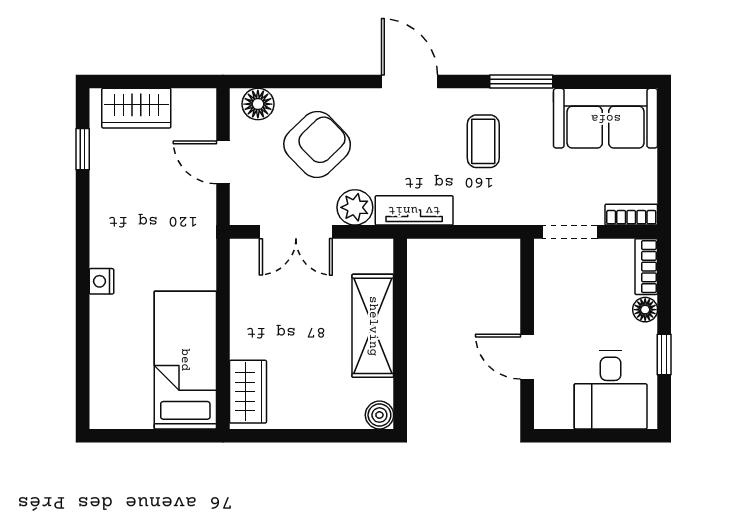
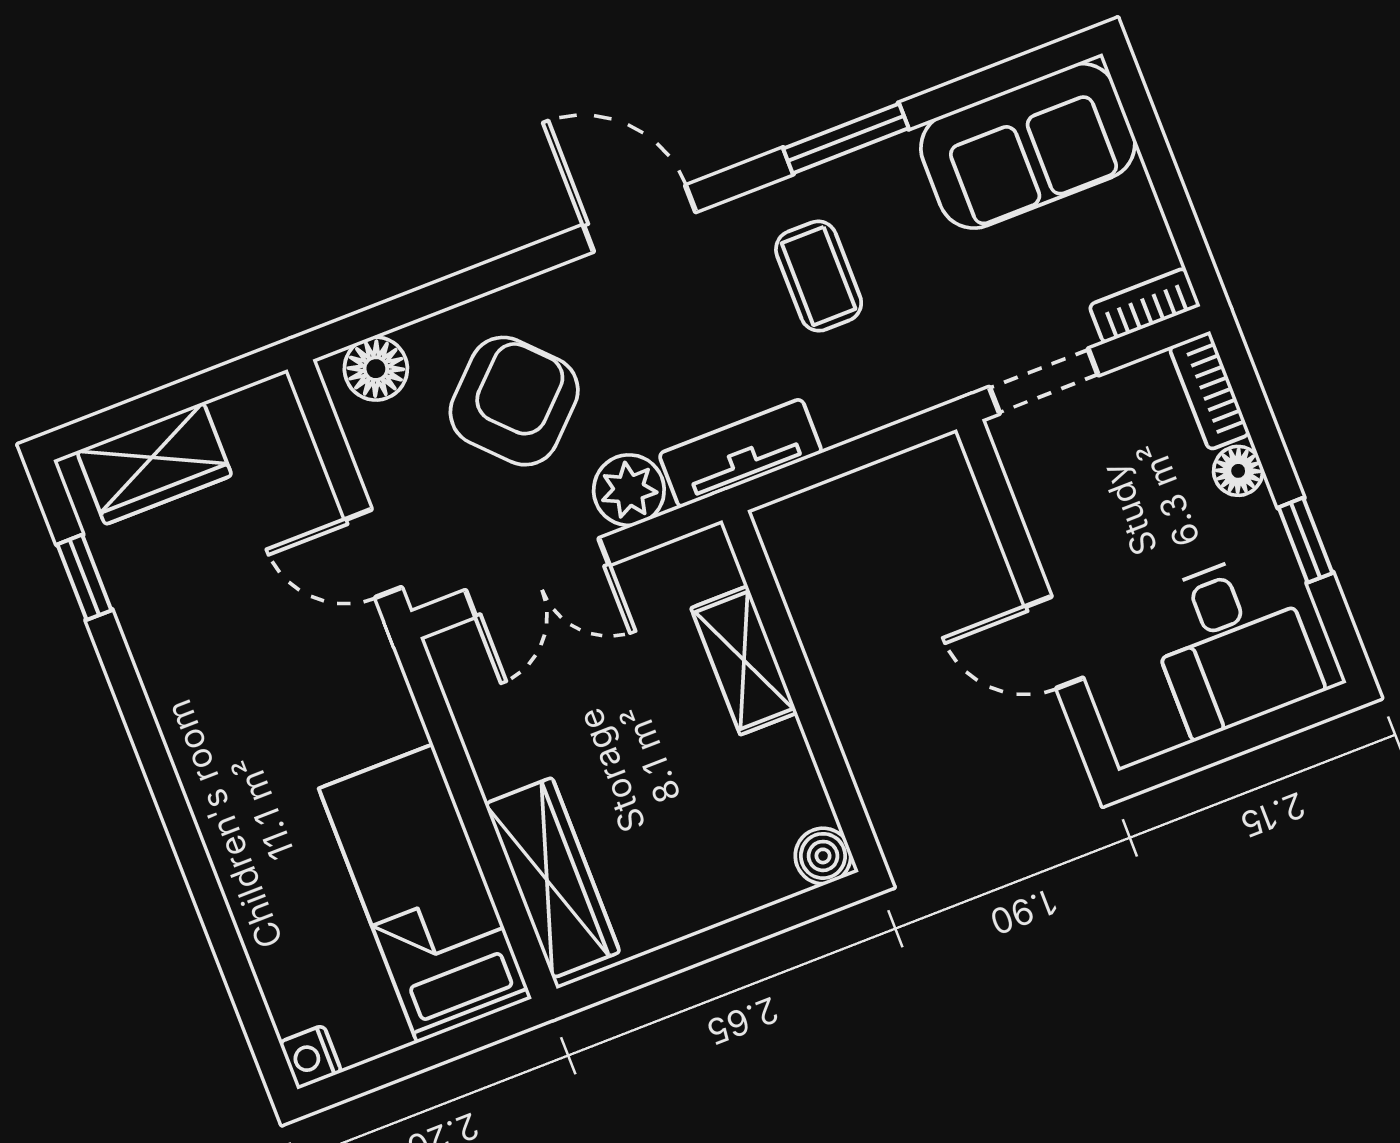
door: (223, 162) -> (373, 553), moved
nightstand: (101, 281) -> (310, 1057), moved
shelving: (373, 326) -> (744, 660), width x0.67, depth x0.75
wardrobe: (248, 392) -> (552, 878), width x1.50

